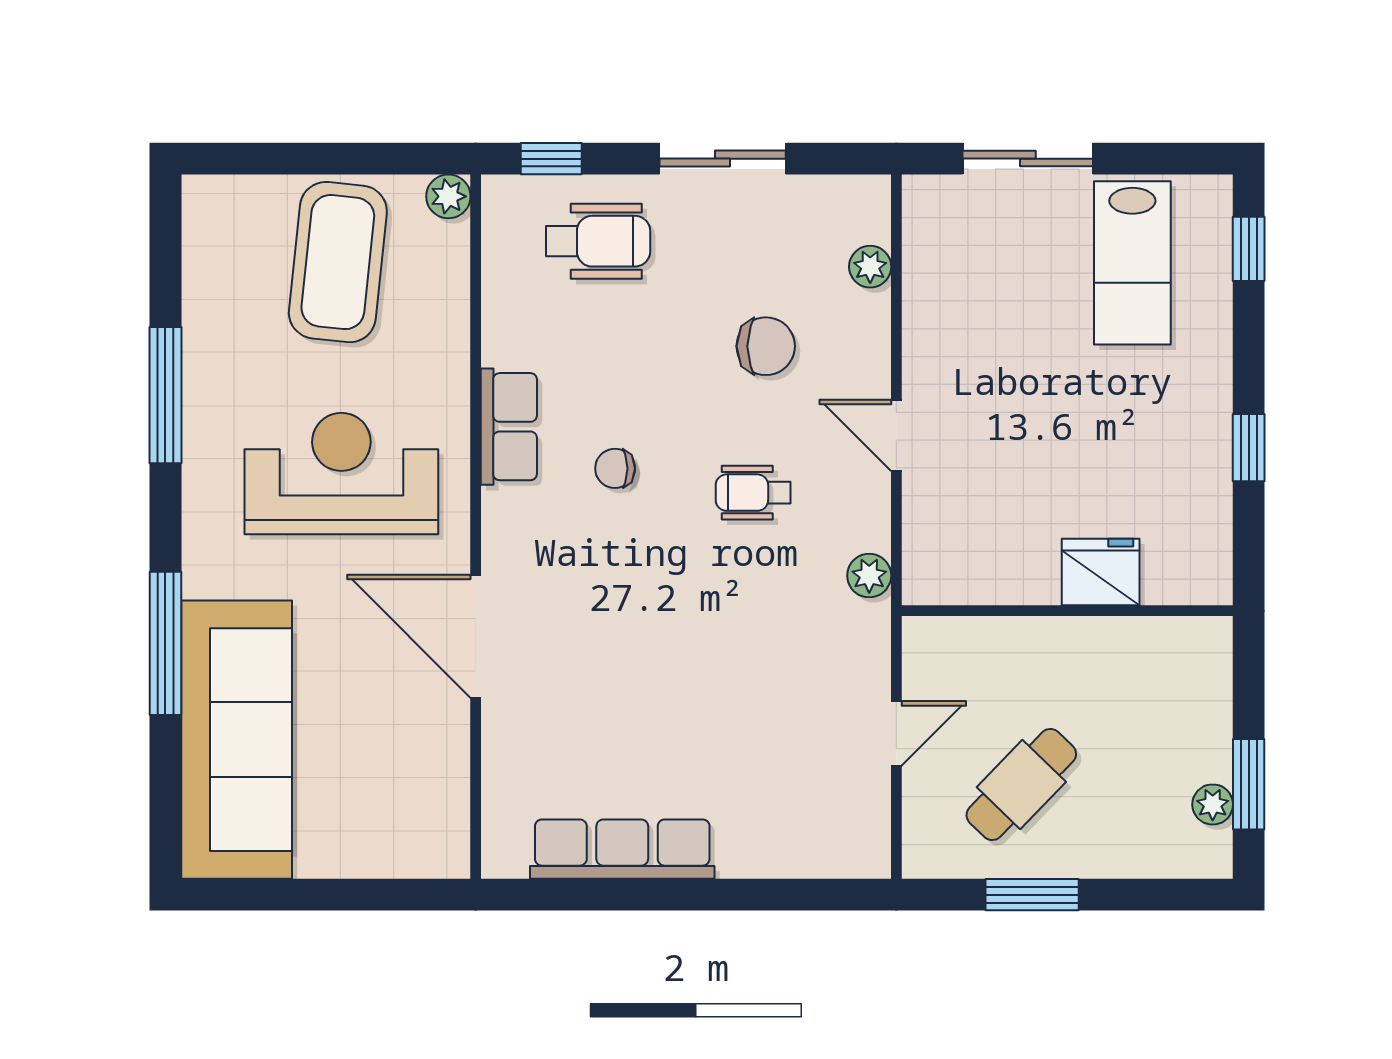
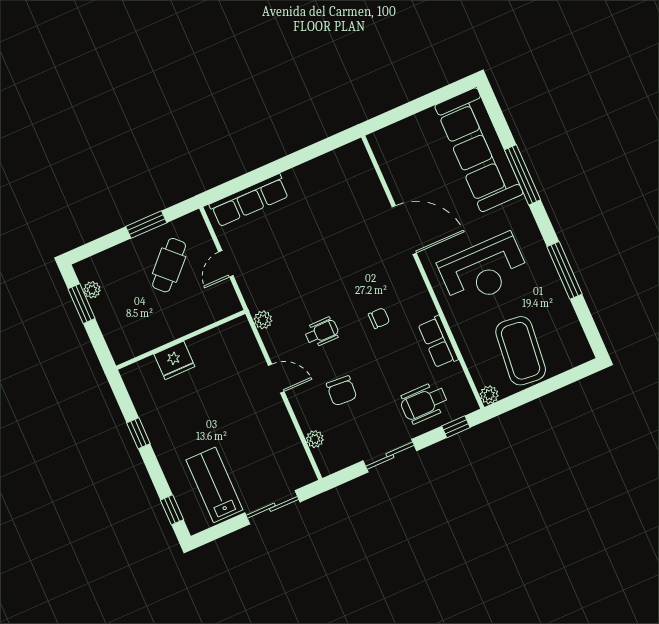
chair: (766, 346) -> (342, 391), turned -86
row of seats: (509, 427) -> (438, 342), moved
row of seats: (622, 849) -> (249, 200), moved

